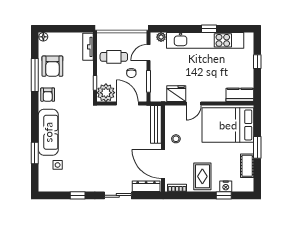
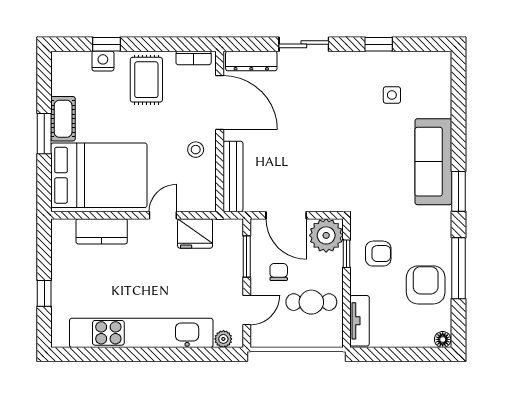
window: (209, 29) -> (134, 354), removed
armchair: (48, 95) -> (378, 254), moved, turned 90
kitchen counter: (240, 95) -> (102, 231), moved
window: (35, 153) -> (458, 191), moved
side table: (58, 165) -> (392, 95), moved
cot: (247, 166) -> (63, 119), moved

